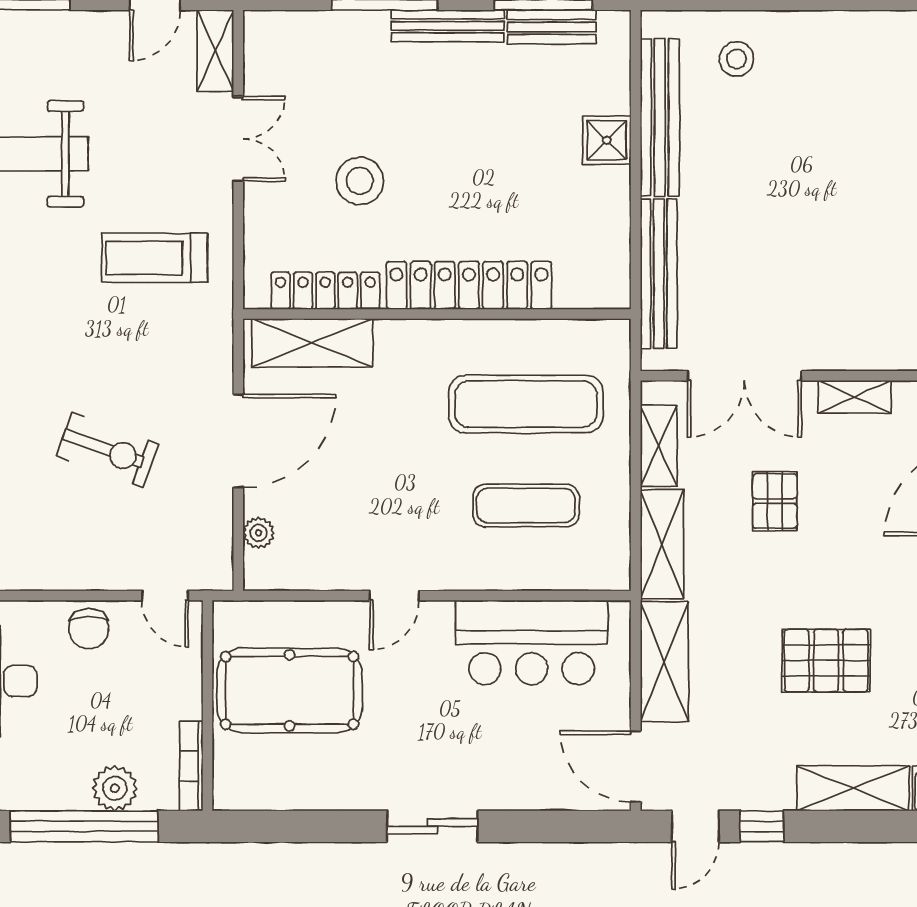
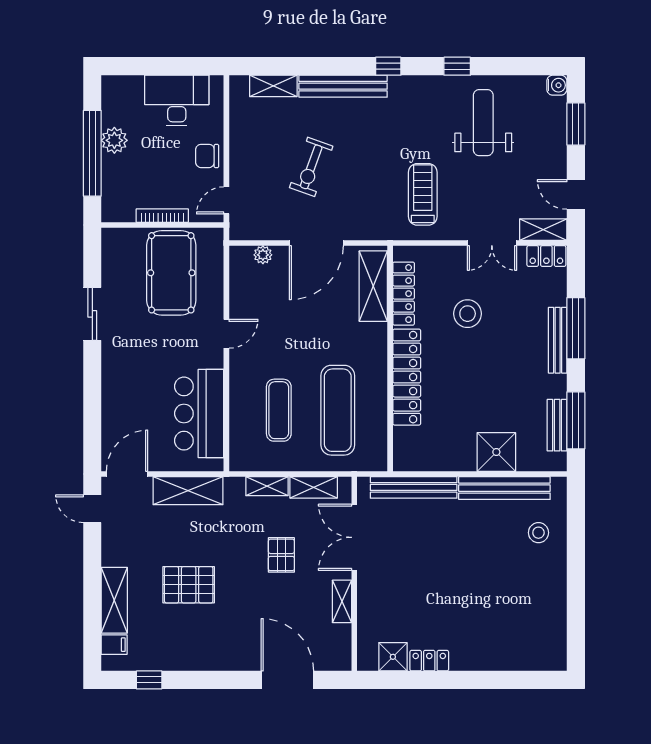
bench: (448, 26) -> (558, 340), moved
locker: (261, 45) -> (546, 256), added
shower: (607, 140) -> (496, 452), width x1.36, depth x1.36
door: (238, 441) -> (316, 243), hinge flipped
pallet: (775, 501) -> (281, 555), turned 90
shelving: (662, 544) -> (267, 486), width x0.67, depth x0.75
door: (394, 596) -> (226, 334), swing flipped
pallet: (826, 661) -> (189, 585), turned 90
bookcase: (191, 766) -> (162, 216), moved
plant: (115, 788) -> (114, 140), moved
sliding door: (432, 826) -> (92, 314), moved
window: (762, 826) -> (92, 547), removed

